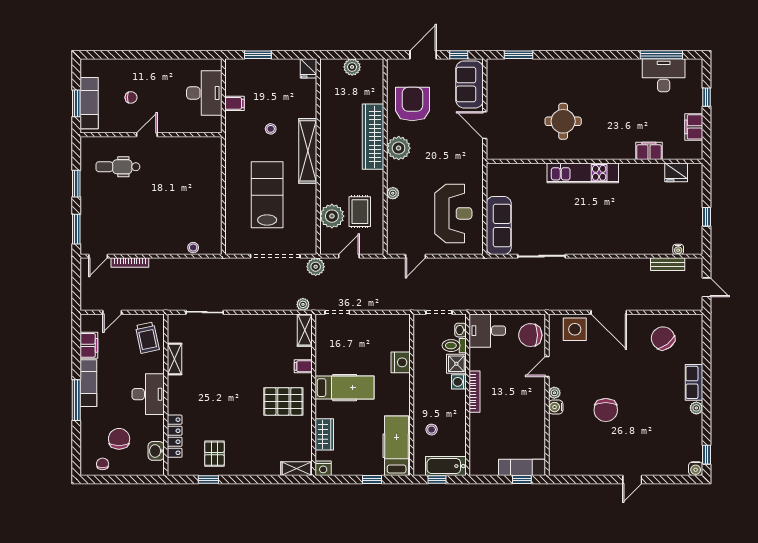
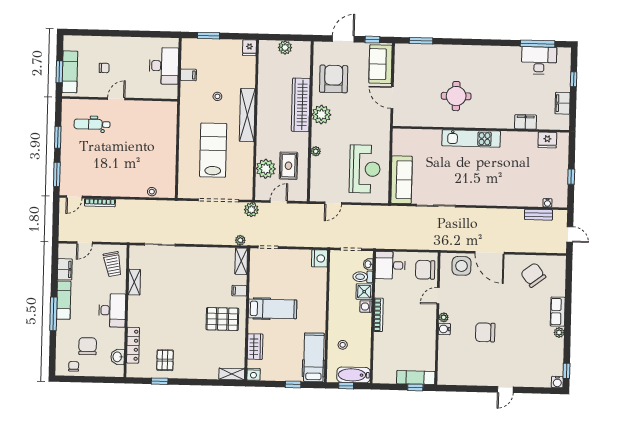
nightstand: (401, 362) -> (319, 258), moved
chair: (606, 410) -> (485, 332), turned 90

